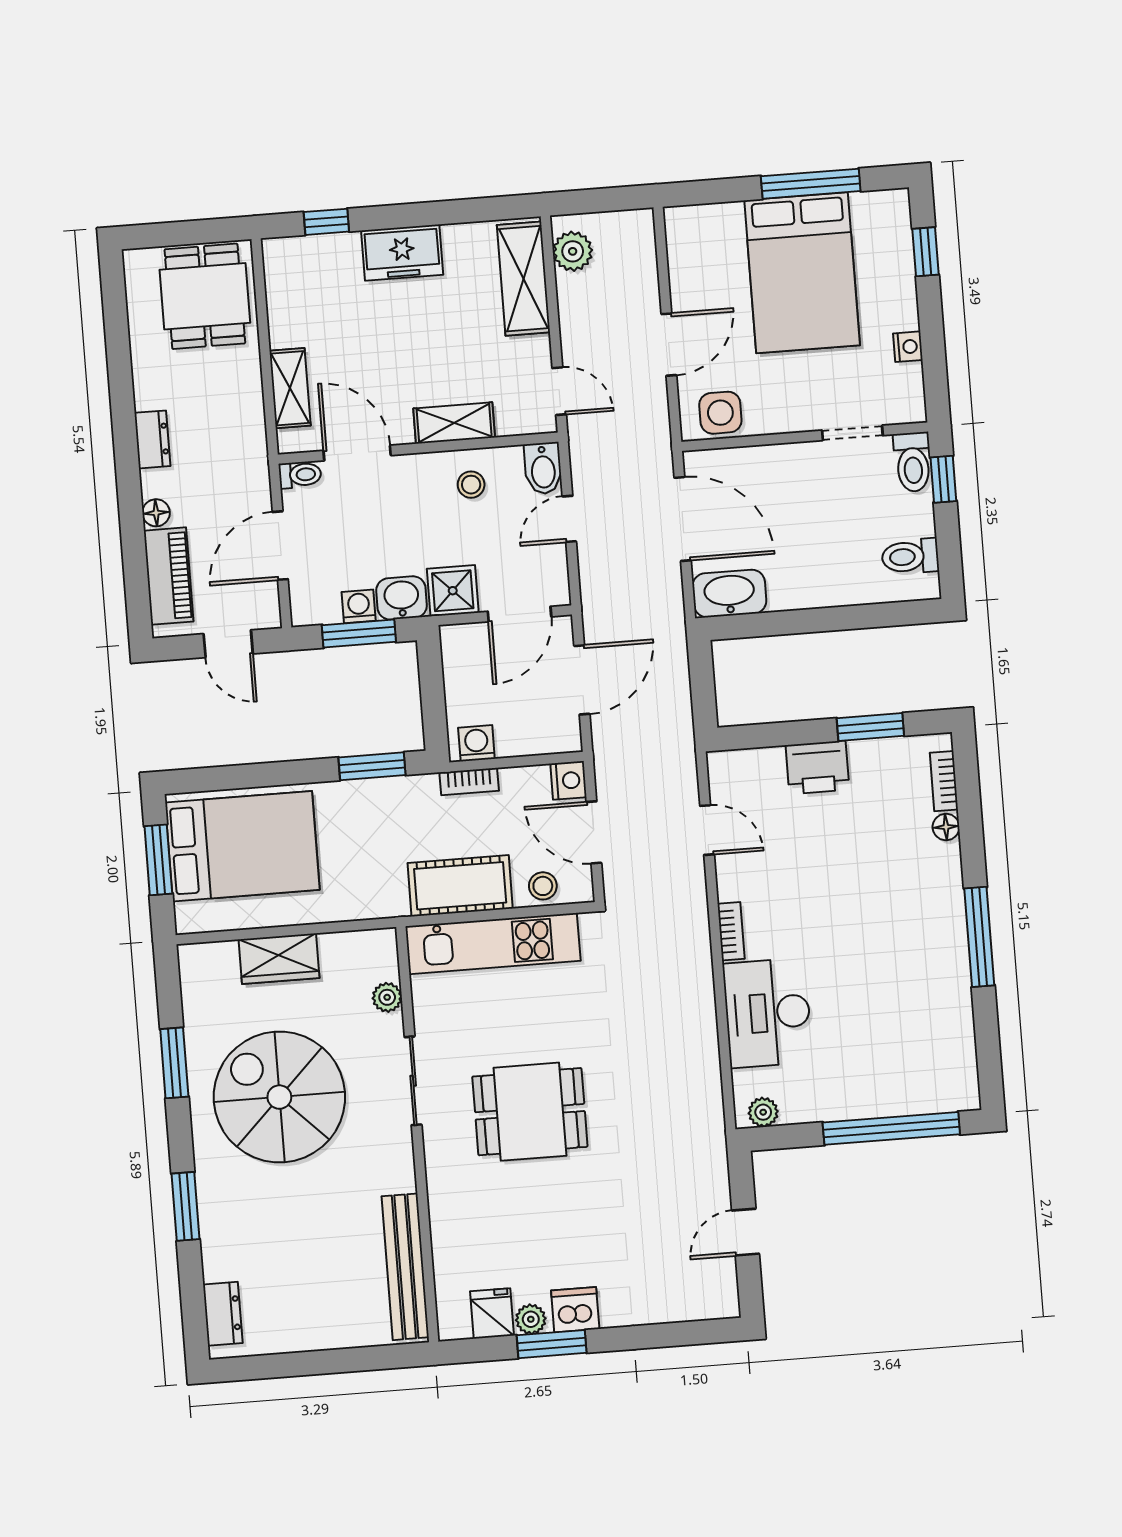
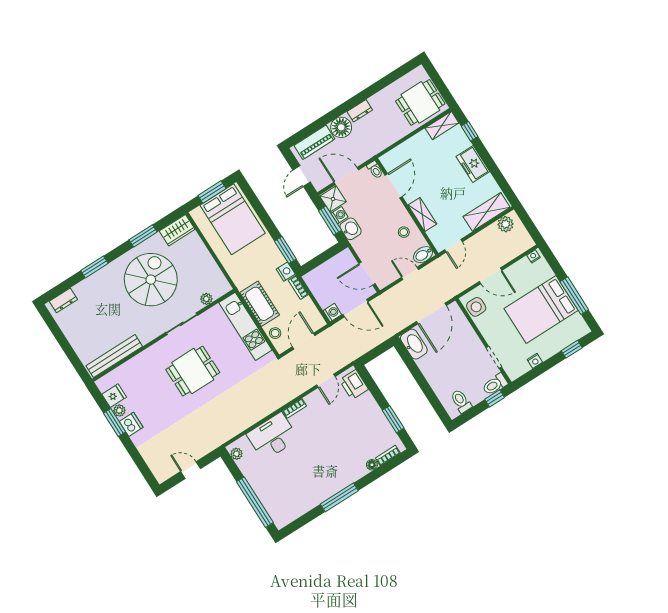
nightstand: (676, 227) -> (534, 256), added
shelving: (290, 388) -> (442, 126), moved
floor lamp: (156, 513) -> (341, 127), width x1.89, depth x1.89
shower: (453, 591) -> (333, 199), moved
washing machine: (476, 743) -> (332, 313), moved
printer: (817, 767) -> (354, 385), moved
nightstand: (568, 780) -> (286, 272), moved, turned -90
wardrobe: (279, 959) -> (177, 230), moved, turned -90
dining table: (530, 1112) -> (193, 371), turned 90

